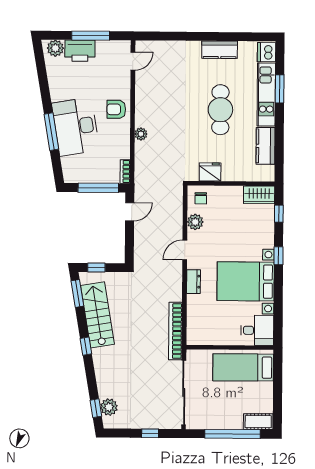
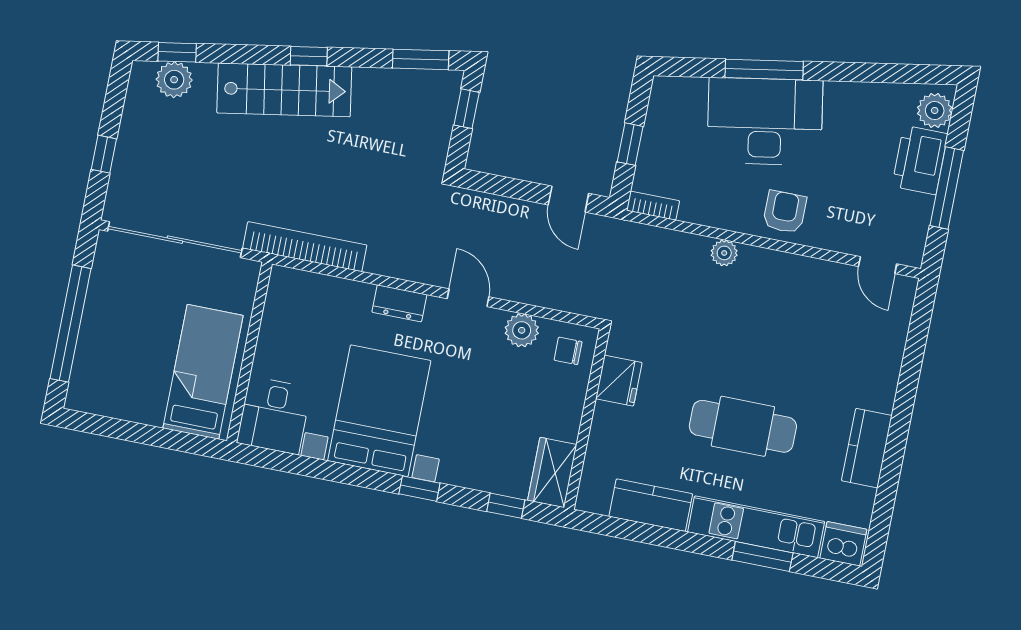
window: (98, 188) -> (630, 144), width x0.46
stairs: (97, 315) -> (284, 90), moved
cot: (258, 422) -> (85, 382), removed

